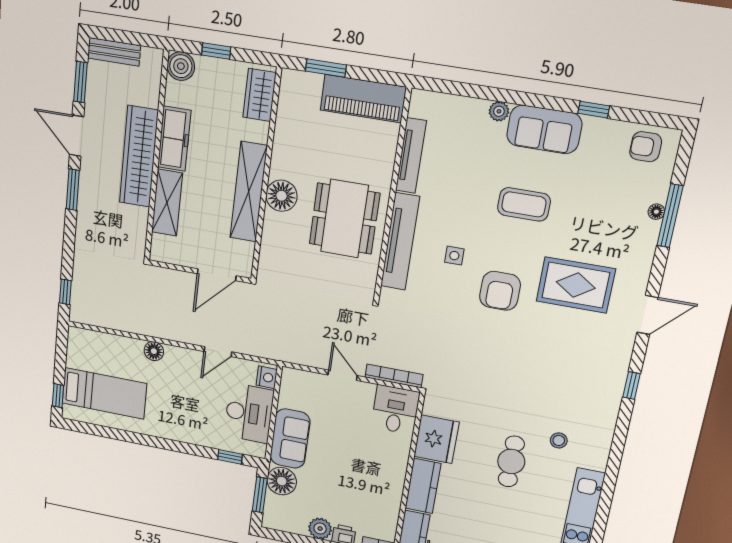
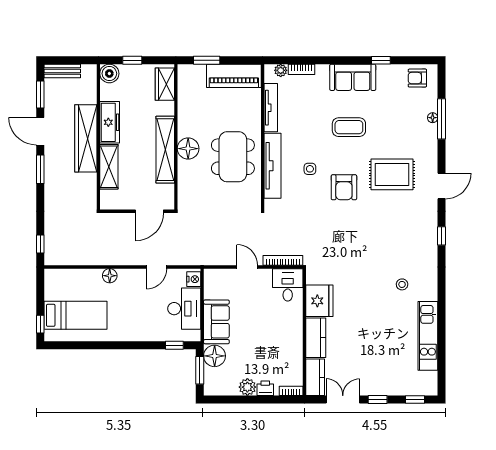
bookcase: (467, 105) -> (301, 69), added
plant: (499, 111) -> (281, 70), moved
cafe table: (511, 461) -> (373, 306), removed

